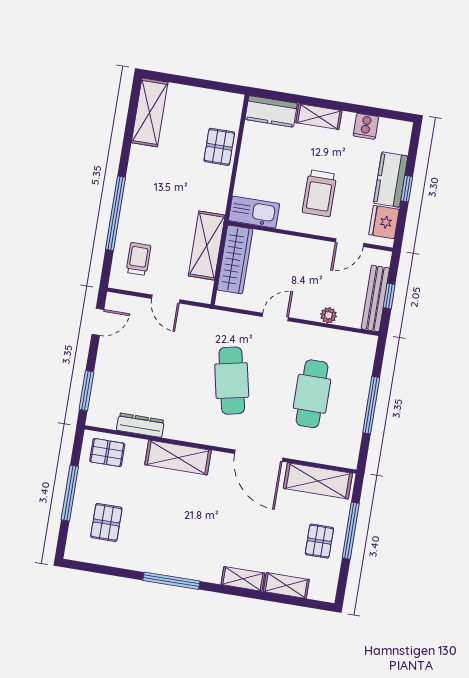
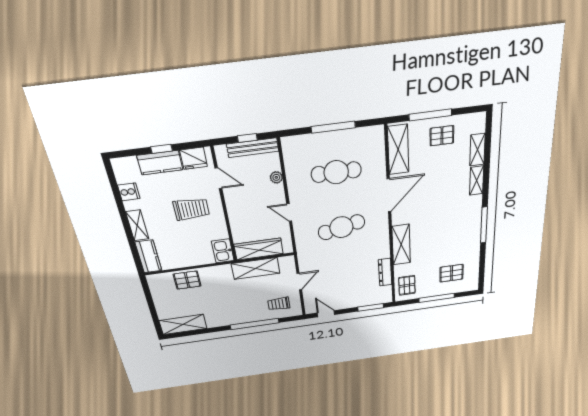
kitchen sink: (254, 212) -> (223, 251), width x0.73

